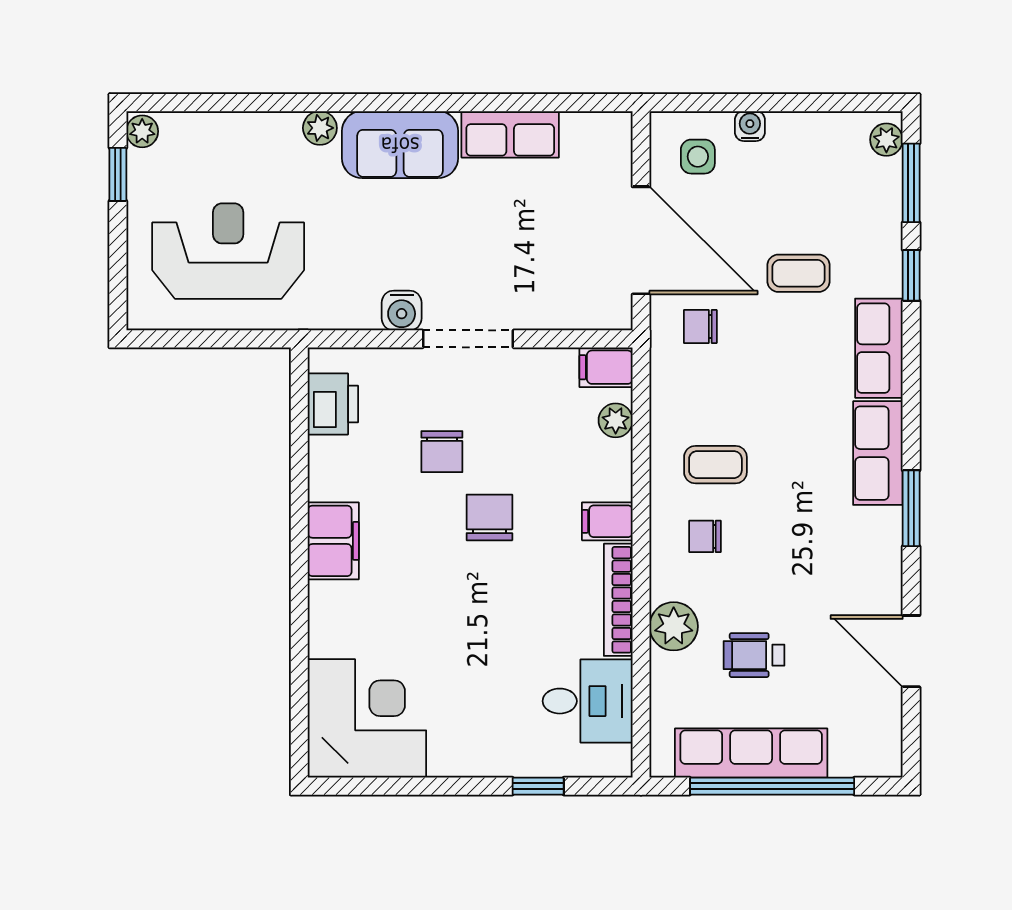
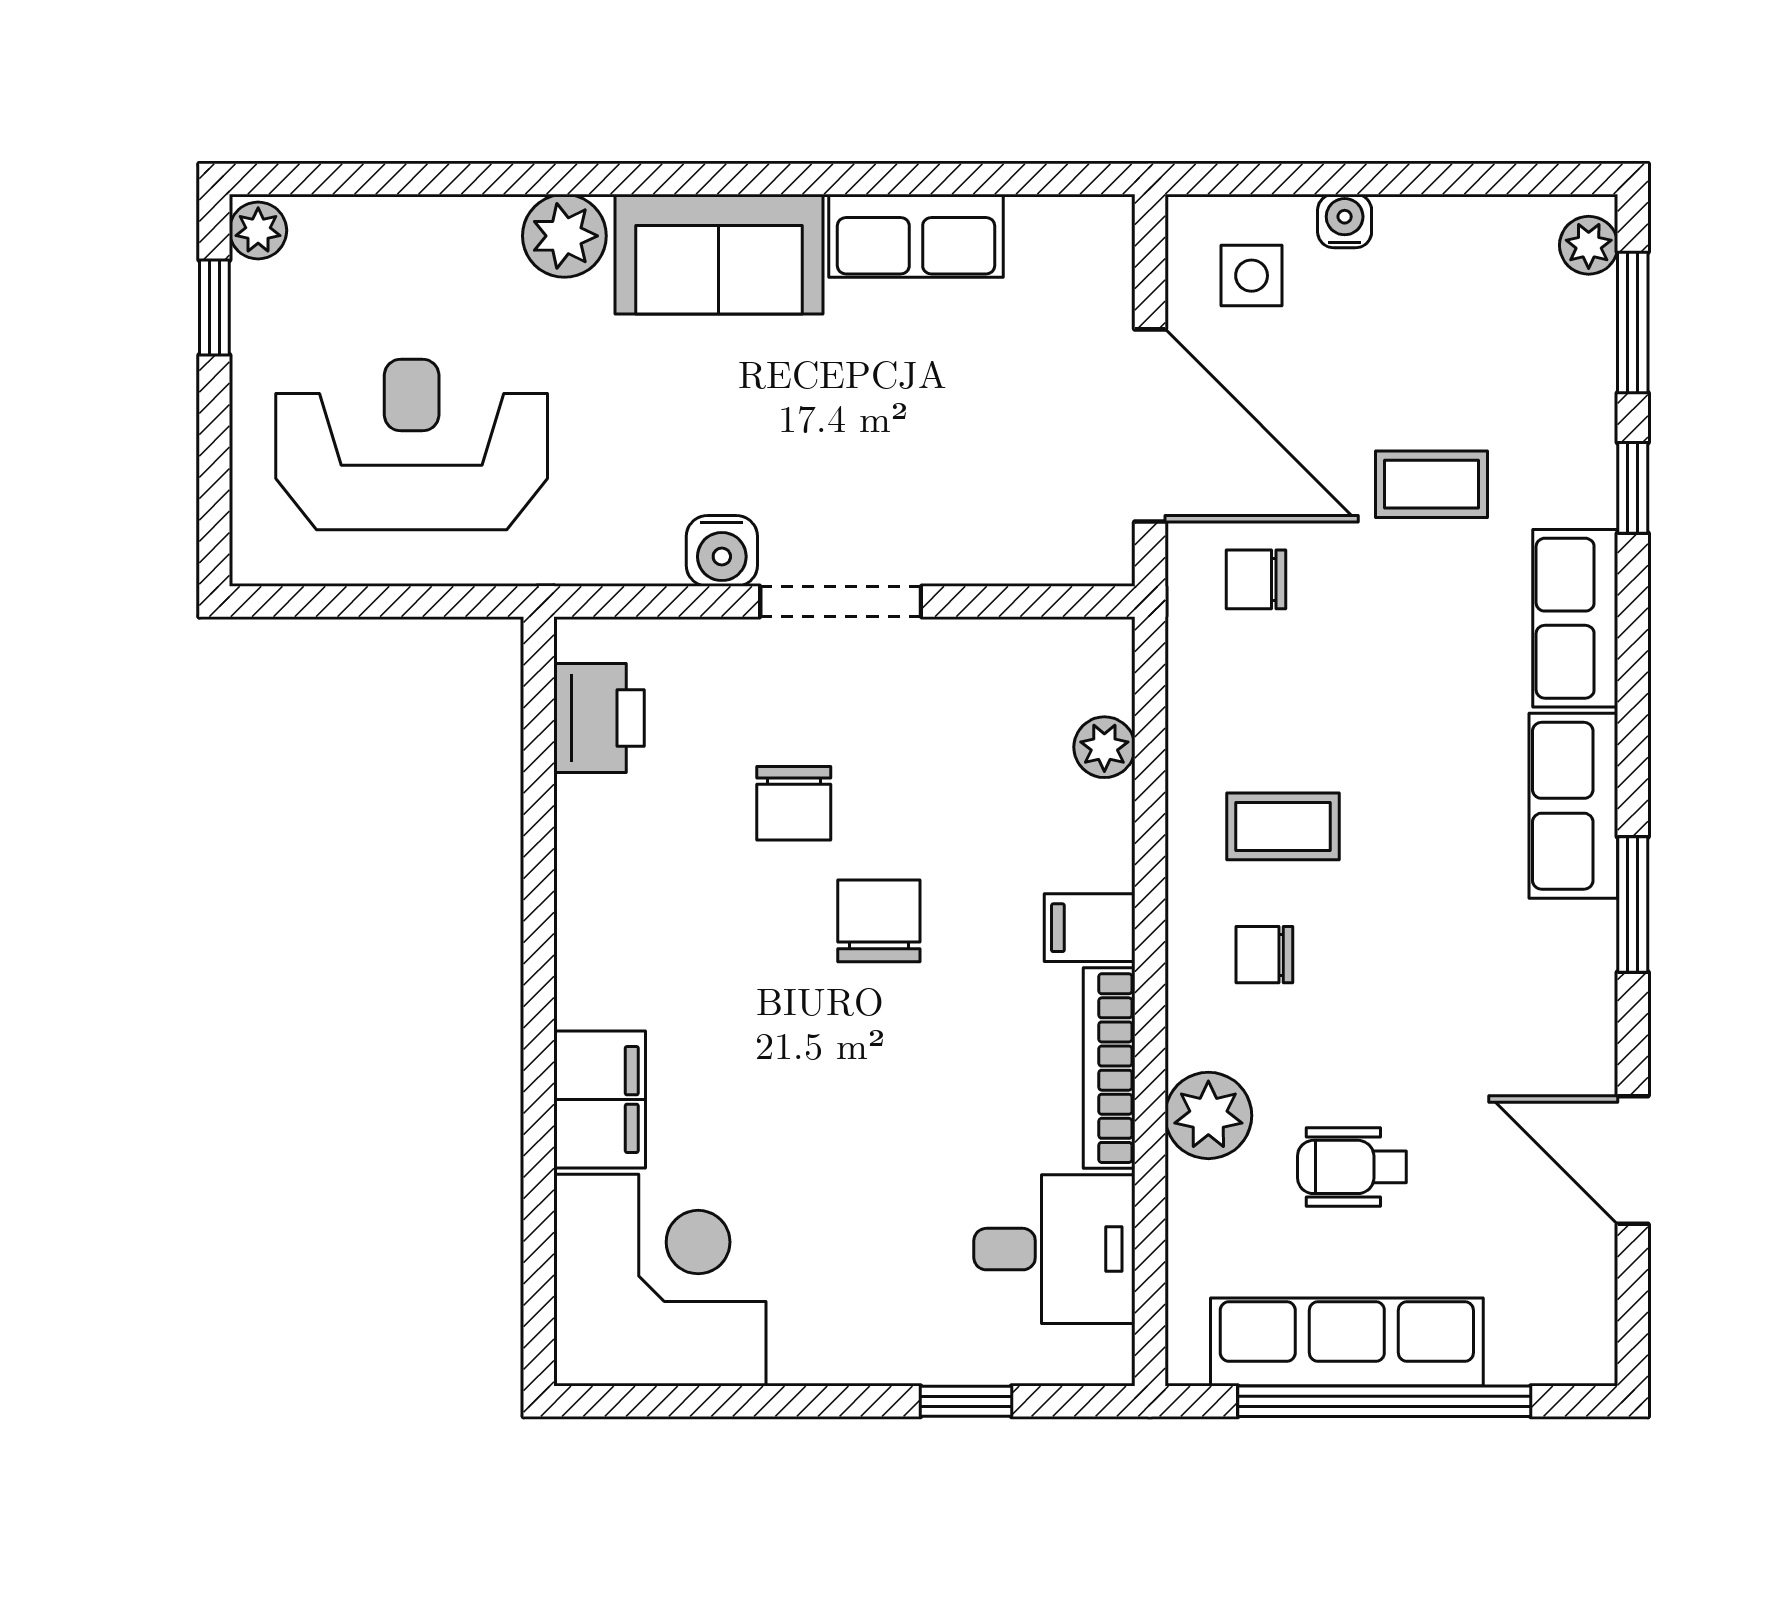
plant: (320, 128) -> (564, 236), width x1.38, depth x1.38
filing cabinet: (606, 367) -> (1087, 652), removed
filing cabinet: (333, 541) -> (600, 1099), moved

